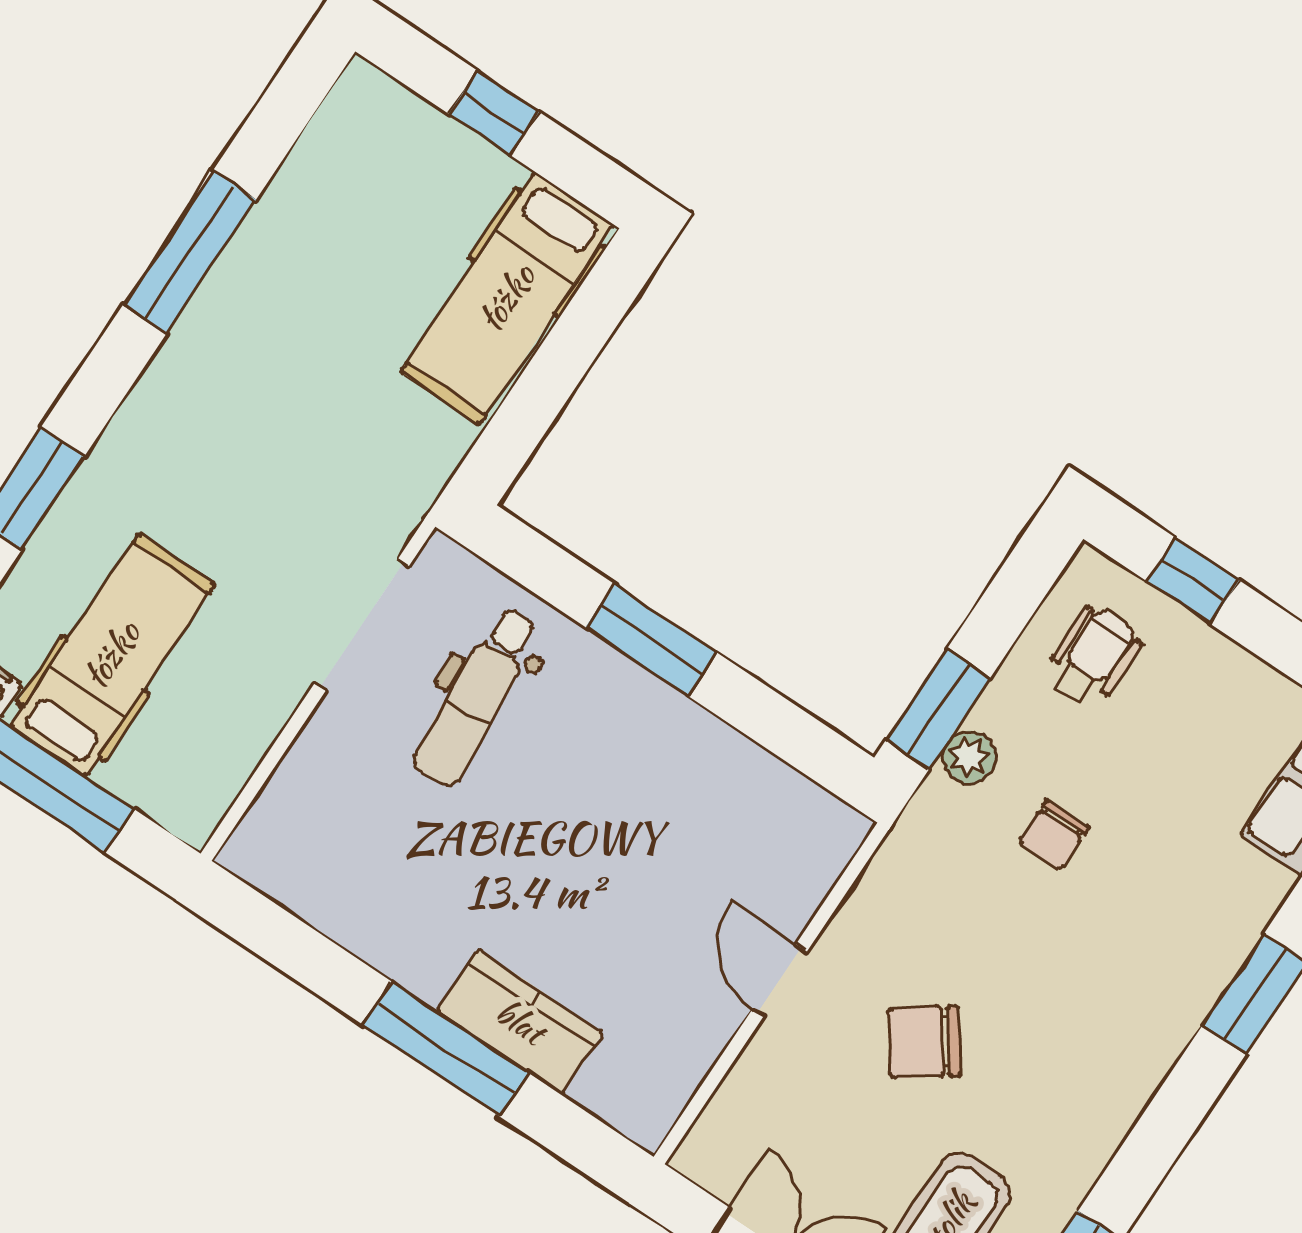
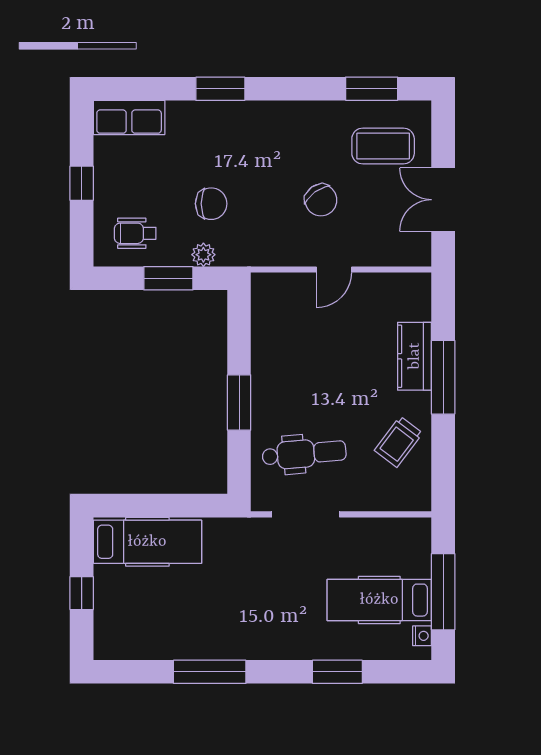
window: (1193, 581) -> (82, 183), moved
window: (938, 709) -> (168, 278), moved
chair: (1054, 834) -> (211, 204), width x1.37, depth x1.37
trolley: (381, 886) -> (399, 442), added

